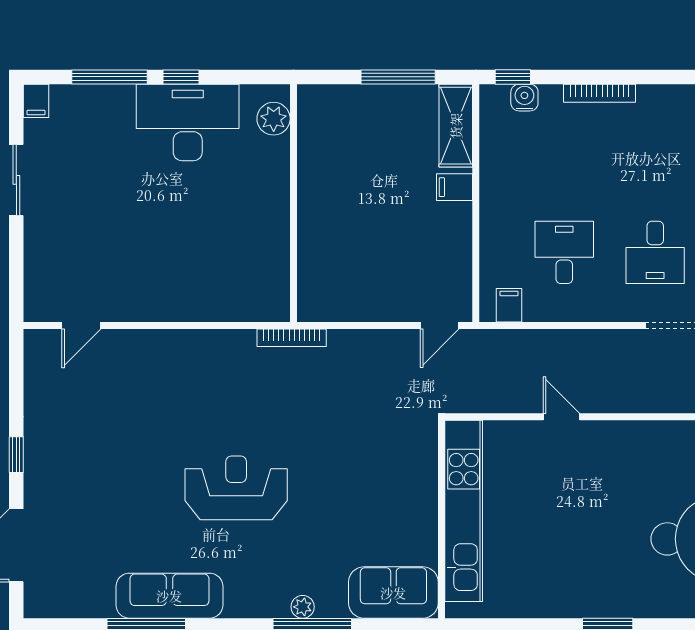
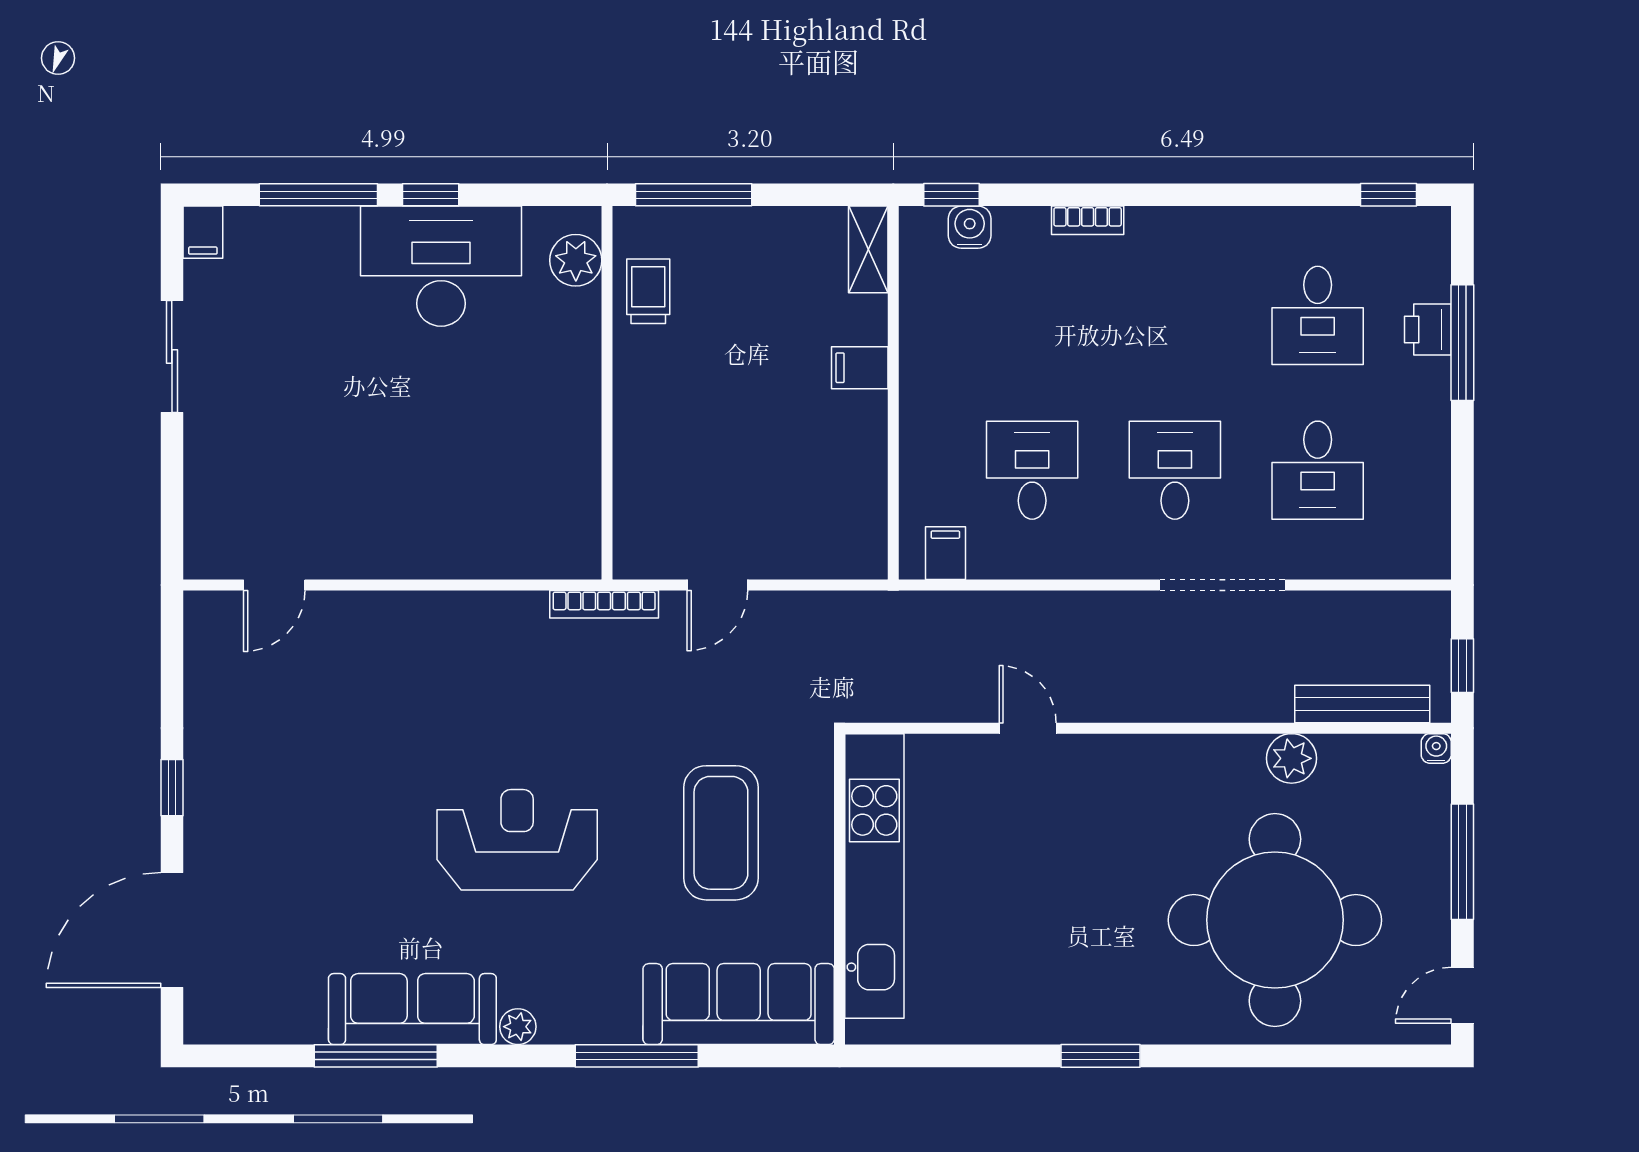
window: (398, 77) -> (694, 195), moved
bookcase: (600, 93) -> (1088, 220), width x0.64
shelving: (456, 126) -> (868, 249), width x0.67, depth x0.75
trolley: (320, 138) -> (648, 291), added
desk: (655, 252) -> (1175, 470), turned 180
door: (440, 326) -> (717, 585), moved
coffee table: (366, 483) -> (721, 833), added
sofa: (393, 593) -> (739, 1004), width x1.36
plant: (303, 607) -> (518, 1027), moved

